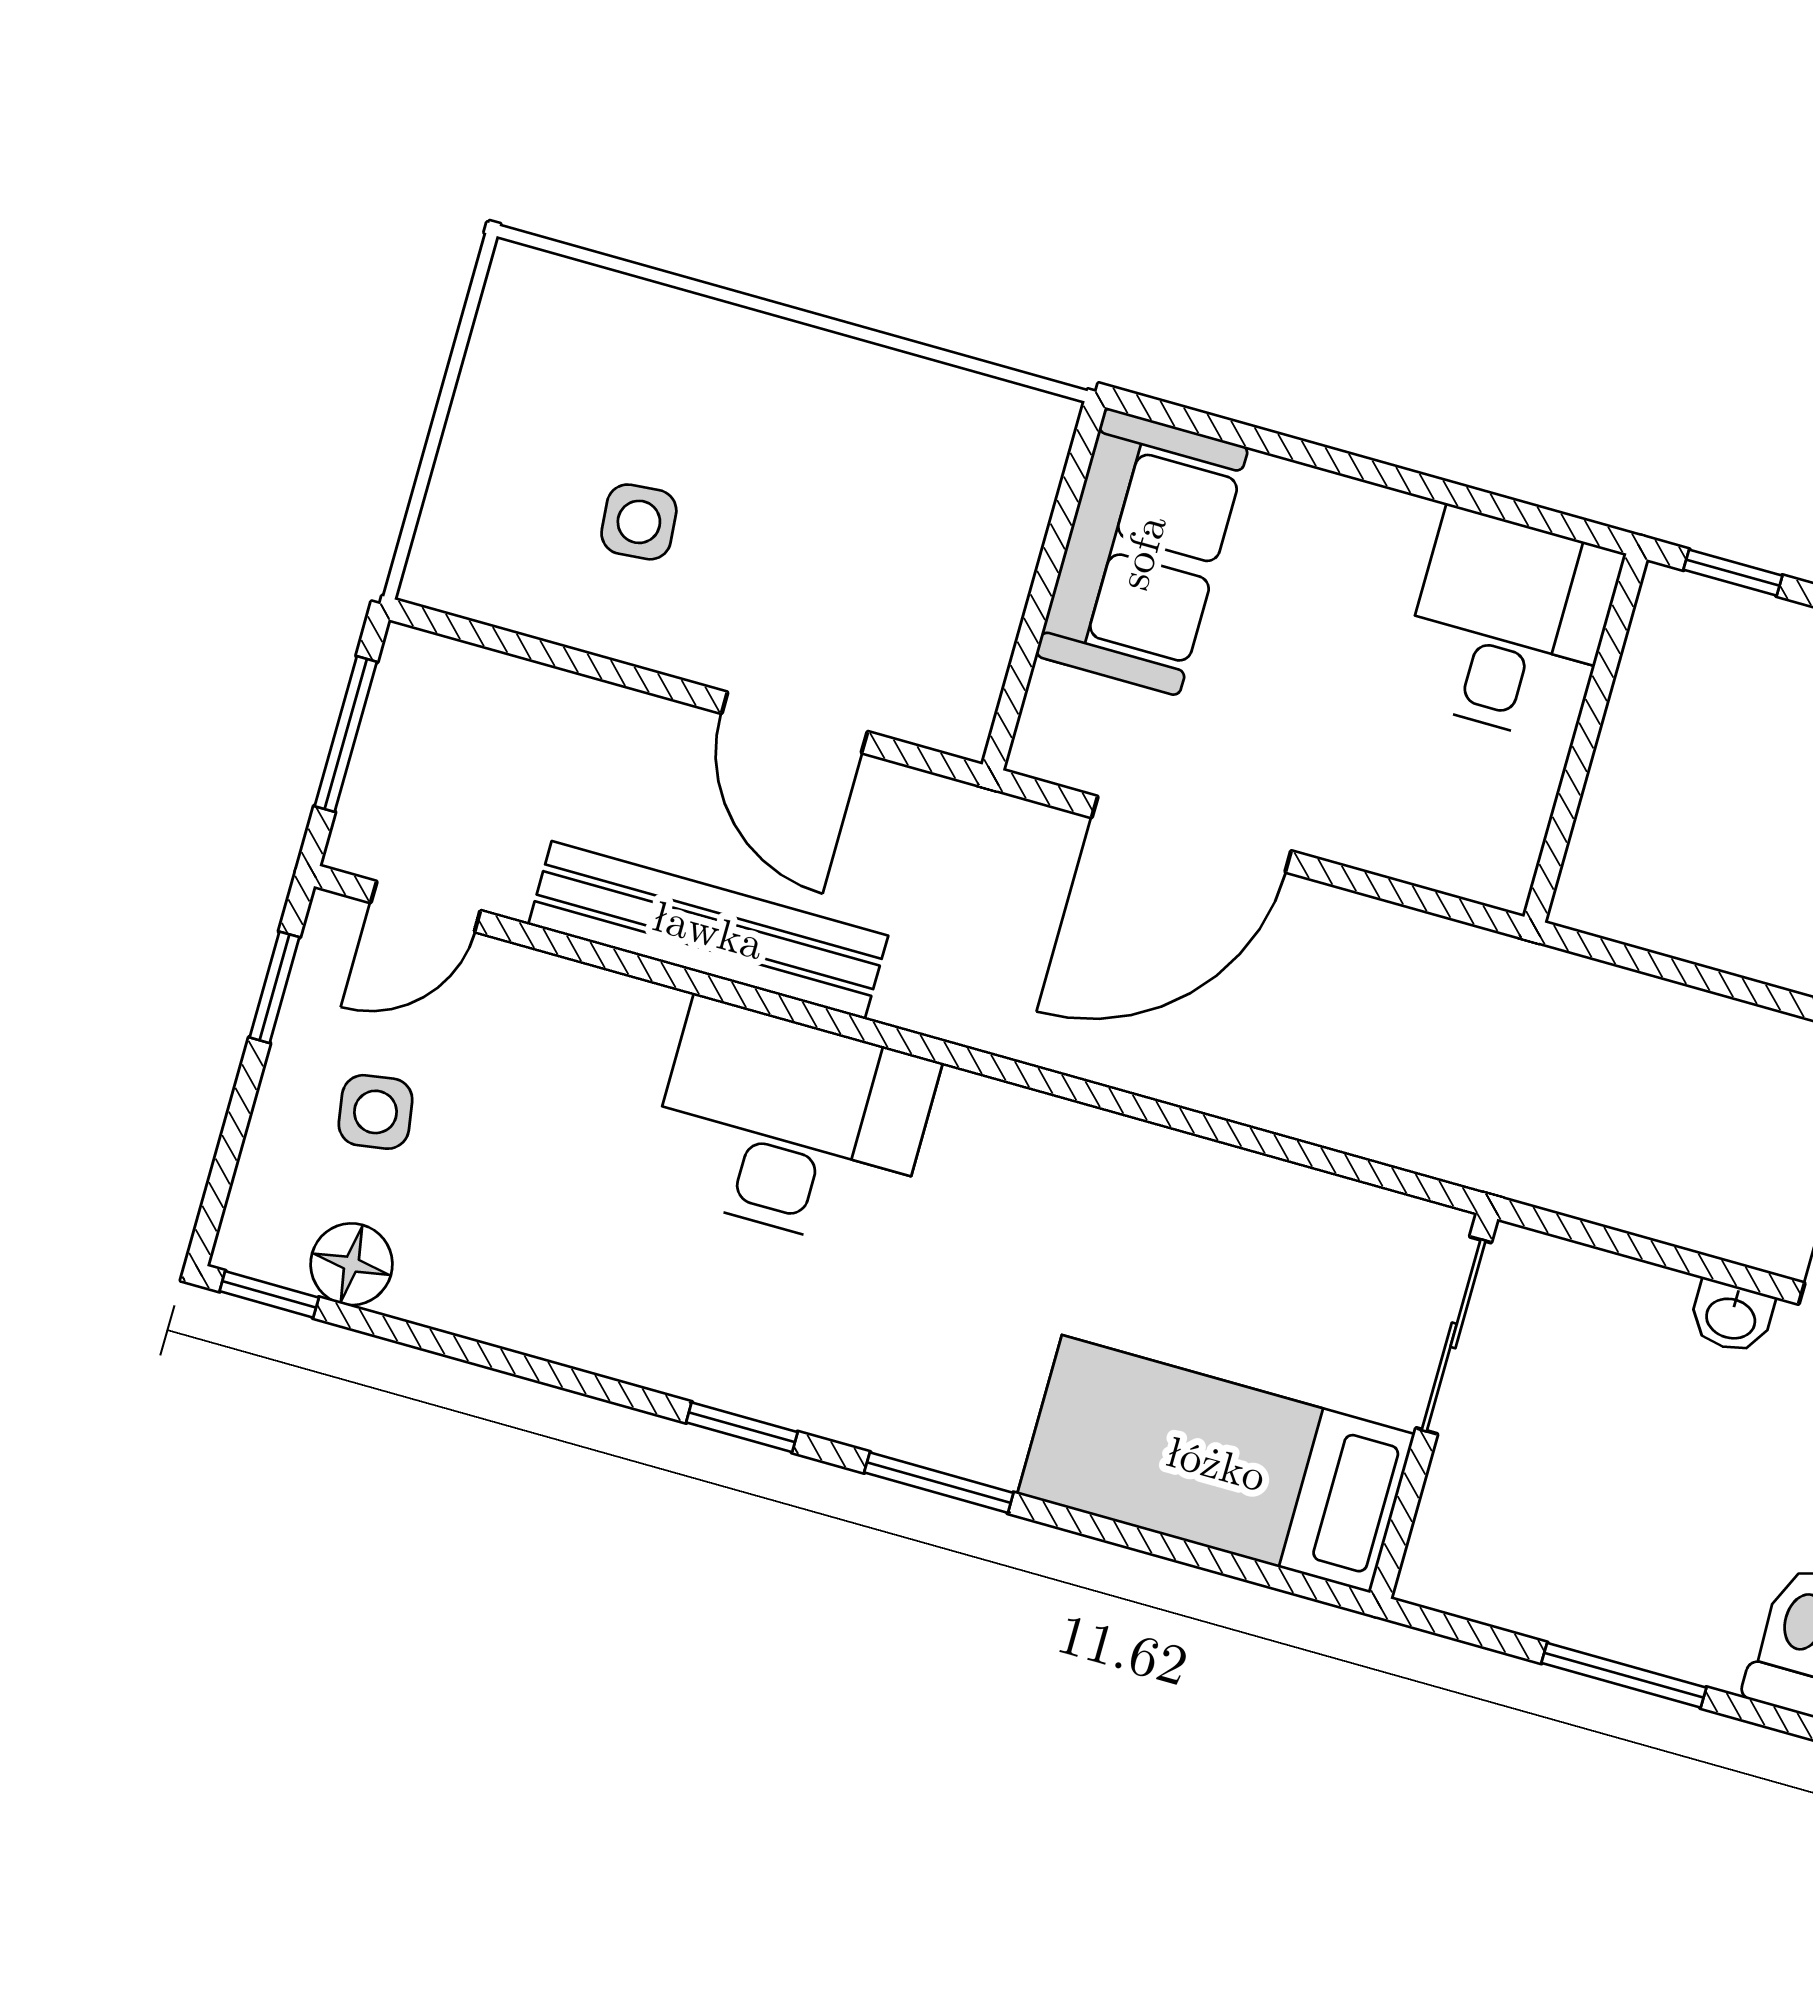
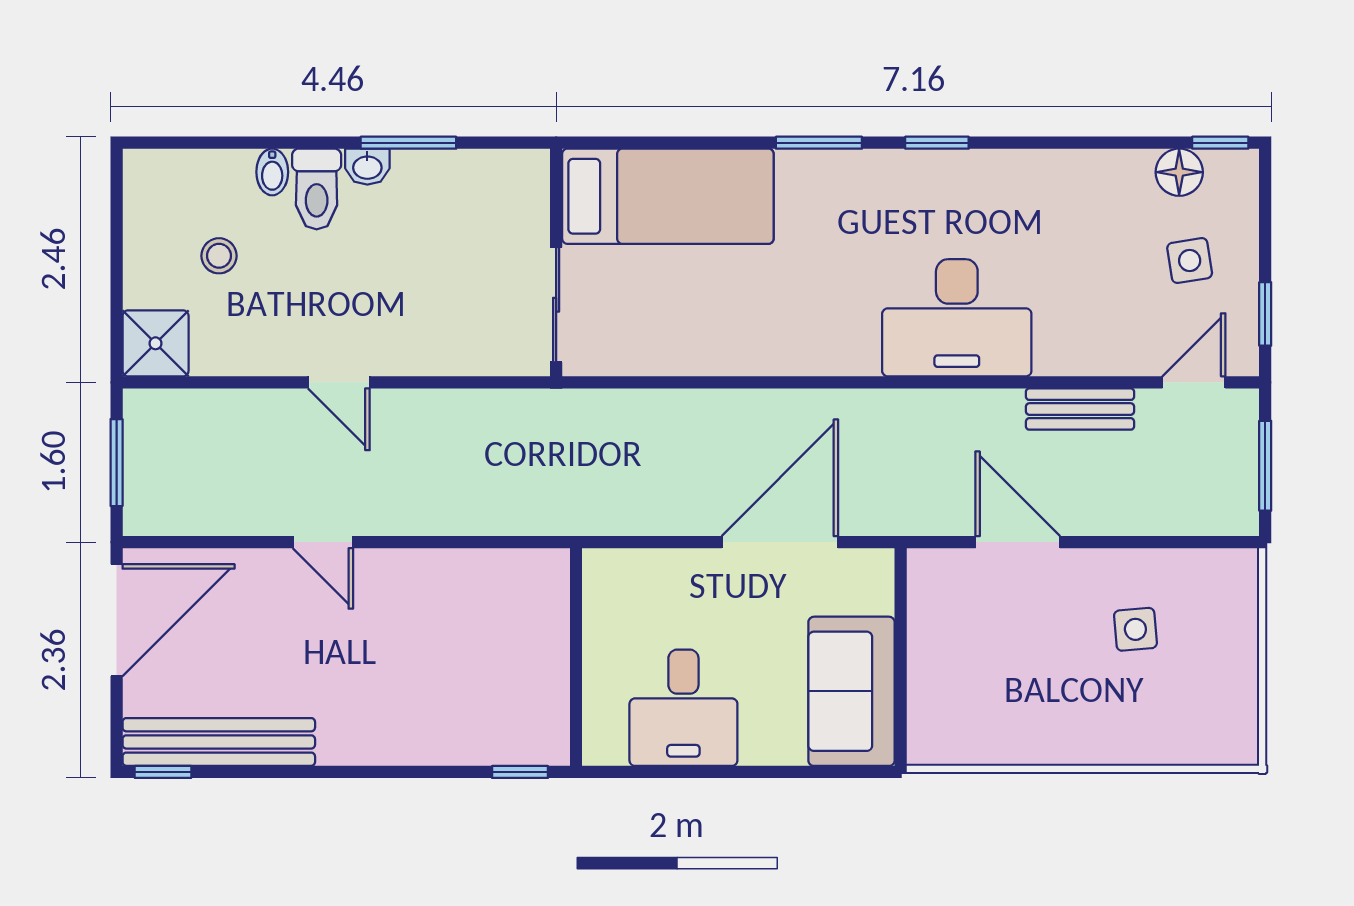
desk: (1509, 625) -> (683, 708), moved
bench: (708, 930) -> (1080, 409), width x0.54, depth x0.82
washbasin: (1731, 1317) -> (367, 167), moved, turned 180

